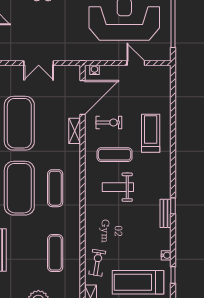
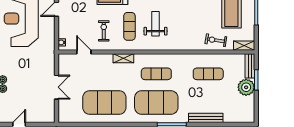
door: (83, 98) -> (84, 52), width x0.53
shelving: (75, 131) -> (123, 58), moved
weight bench: (118, 187) -> (155, 24), turned 180

